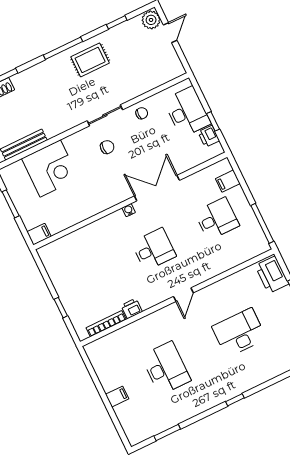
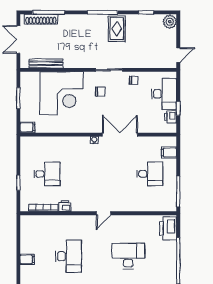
door: (170, 33) -> (178, 55), moved
rug: (90, 60) -> (117, 29), turned 90
corner desk: (50, 168) -> (62, 93), width x1.36, depth x1.36
desk: (154, 249) -> (47, 174), moved

